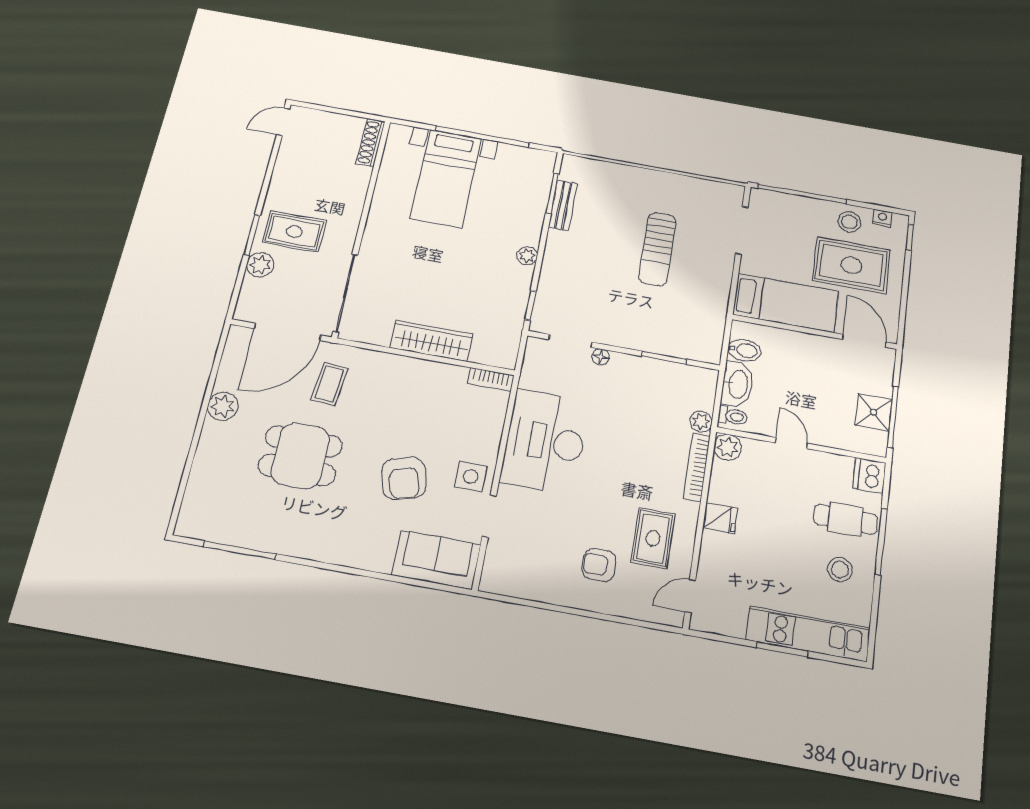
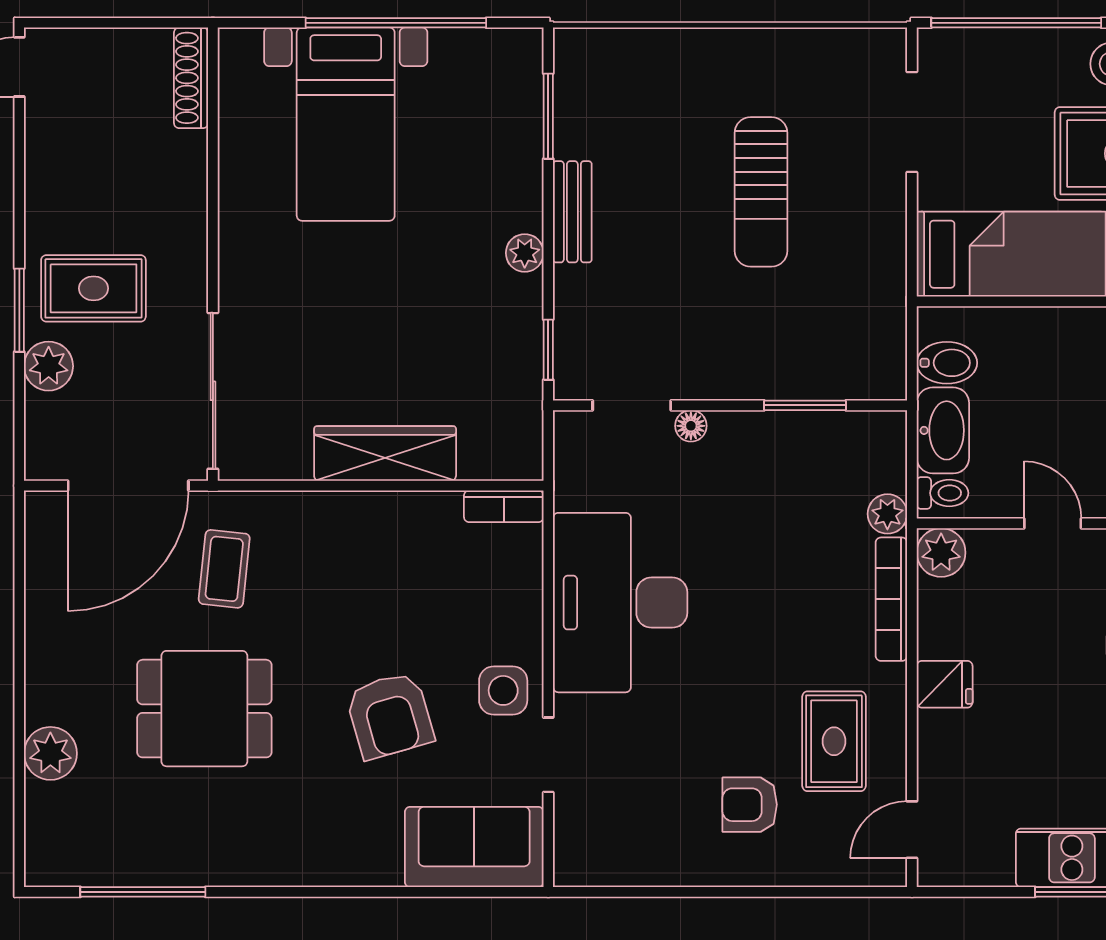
bench: (563, 205) -> (572, 212), moved
plant: (223, 406) -> (50, 753), moved

